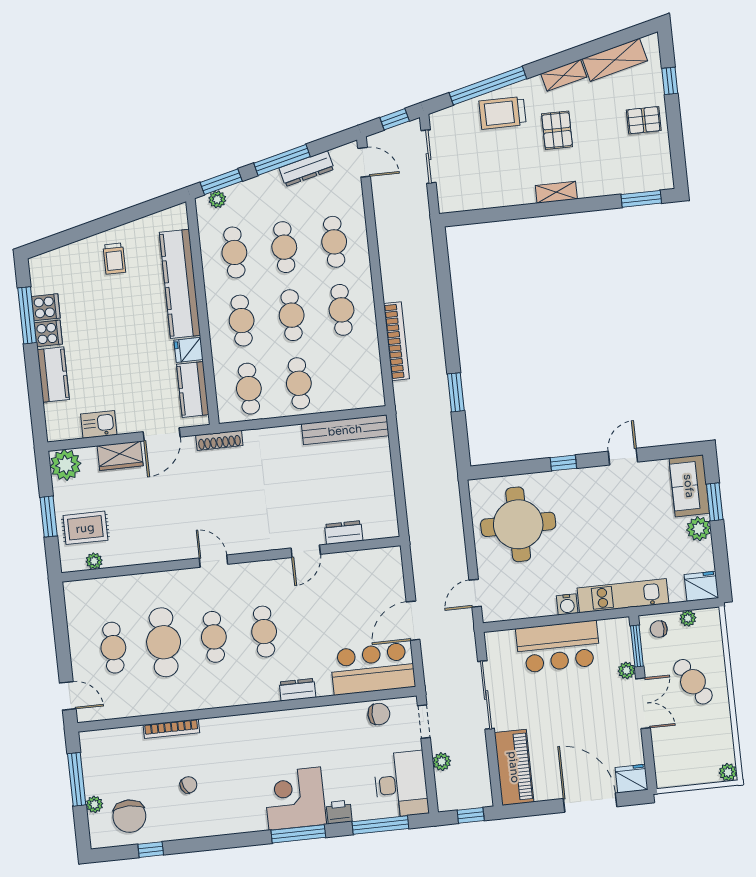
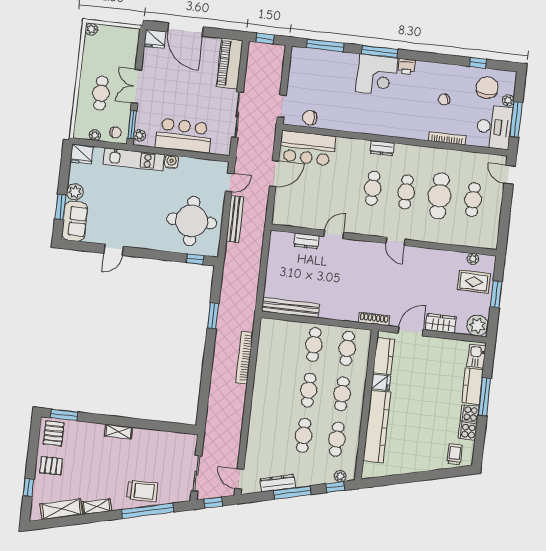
pallet: (557, 130) -> (54, 433), moved
window: (221, 182) -> (335, 487), width x0.67
cafe table: (334, 242) -> (270, 432), removed
trolley: (114, 259) -> (455, 454), moved
cafe table: (341, 310) -> (275, 386), removed
window: (27, 315) -> (484, 397), moved
kitchen sink: (99, 424) -> (476, 356), moved, turned 90
window: (563, 463) -> (195, 259), moved
bench: (456, 541) -> (235, 219), added
plant: (626, 670) -> (140, 135), moved
cafe table: (693, 682) -> (101, 93), turned 31
dresser: (297, 690) -> (382, 148), moved
plant: (442, 762) -> (276, 78), removed
desk: (401, 784) -> (494, 127), moved, turned 180
printer: (339, 812) -> (407, 66), moved

